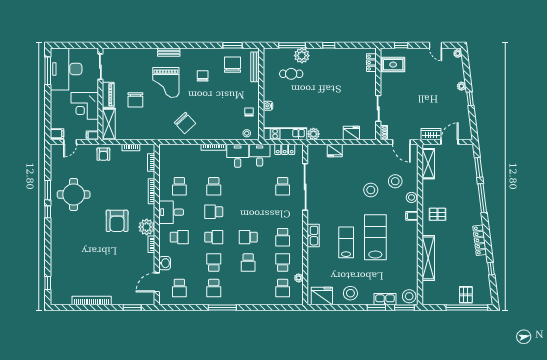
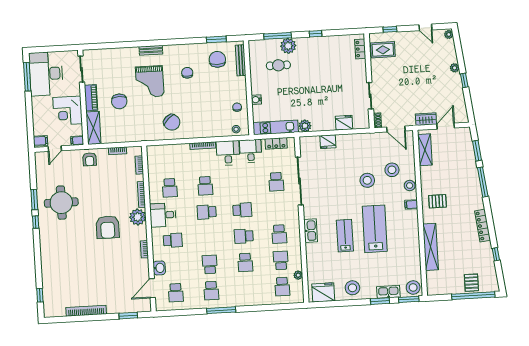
plant: (147, 227) -> (138, 217), moved
school desk: (214, 237) -> (242, 210), moved

